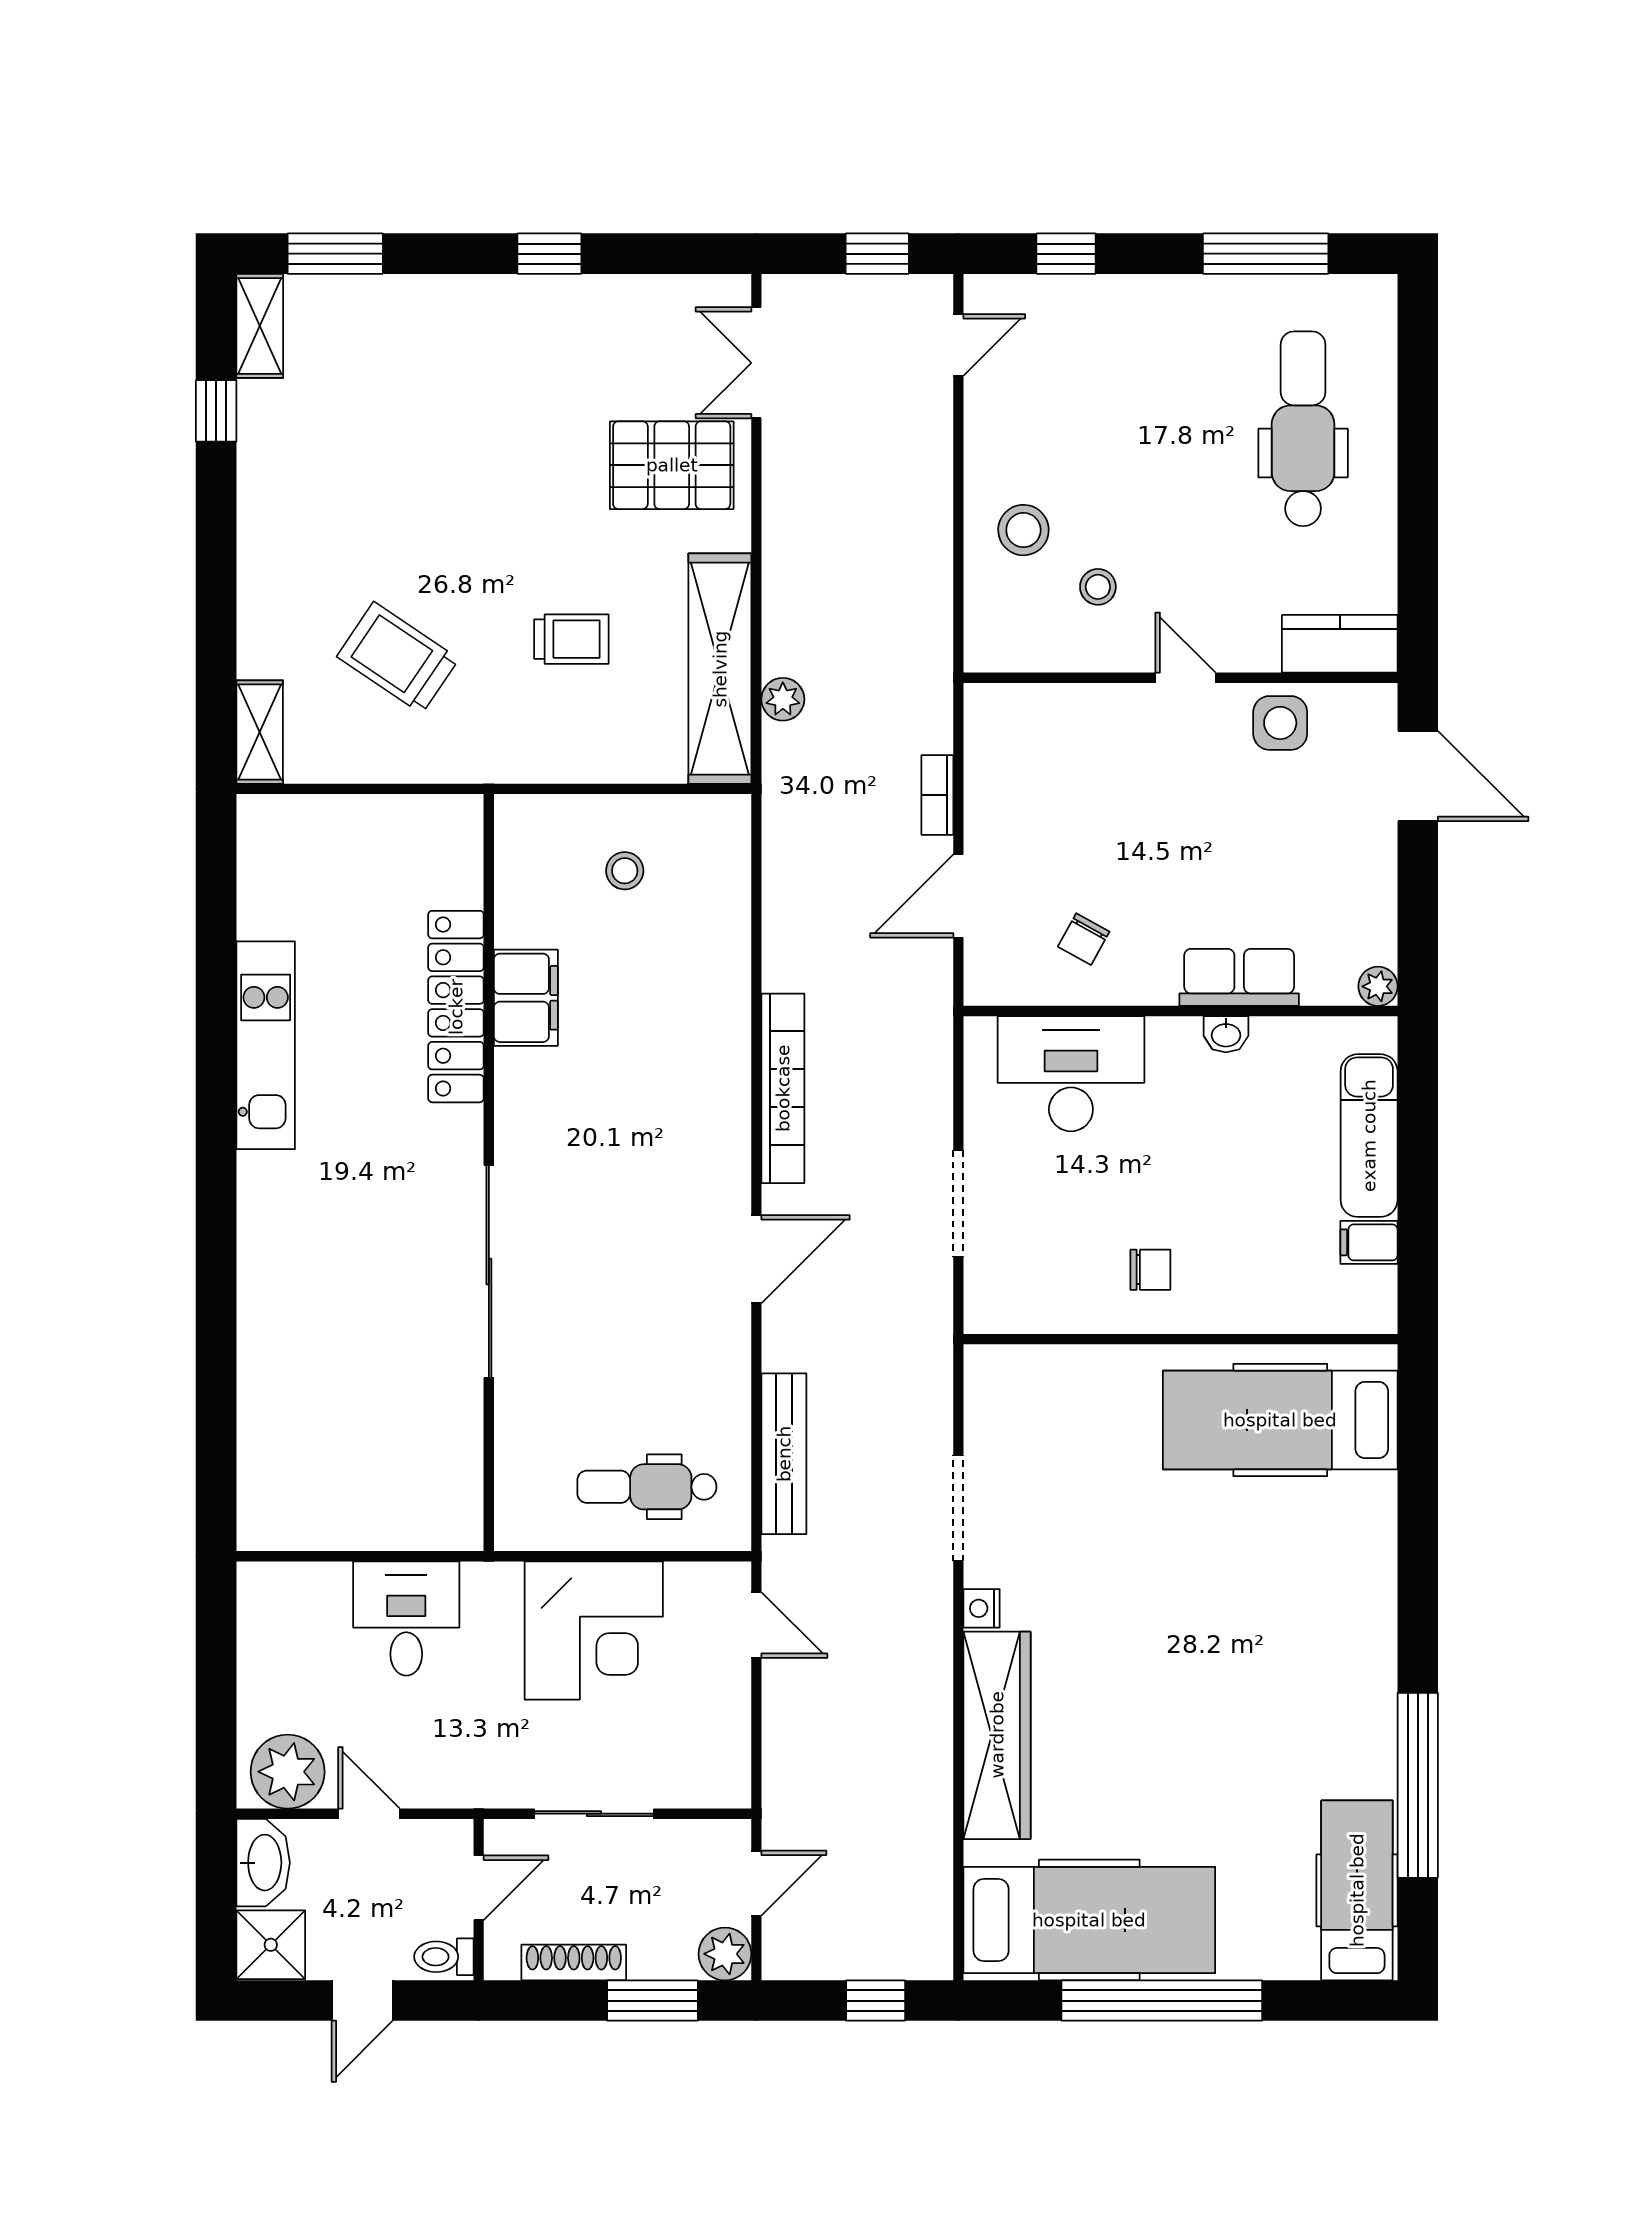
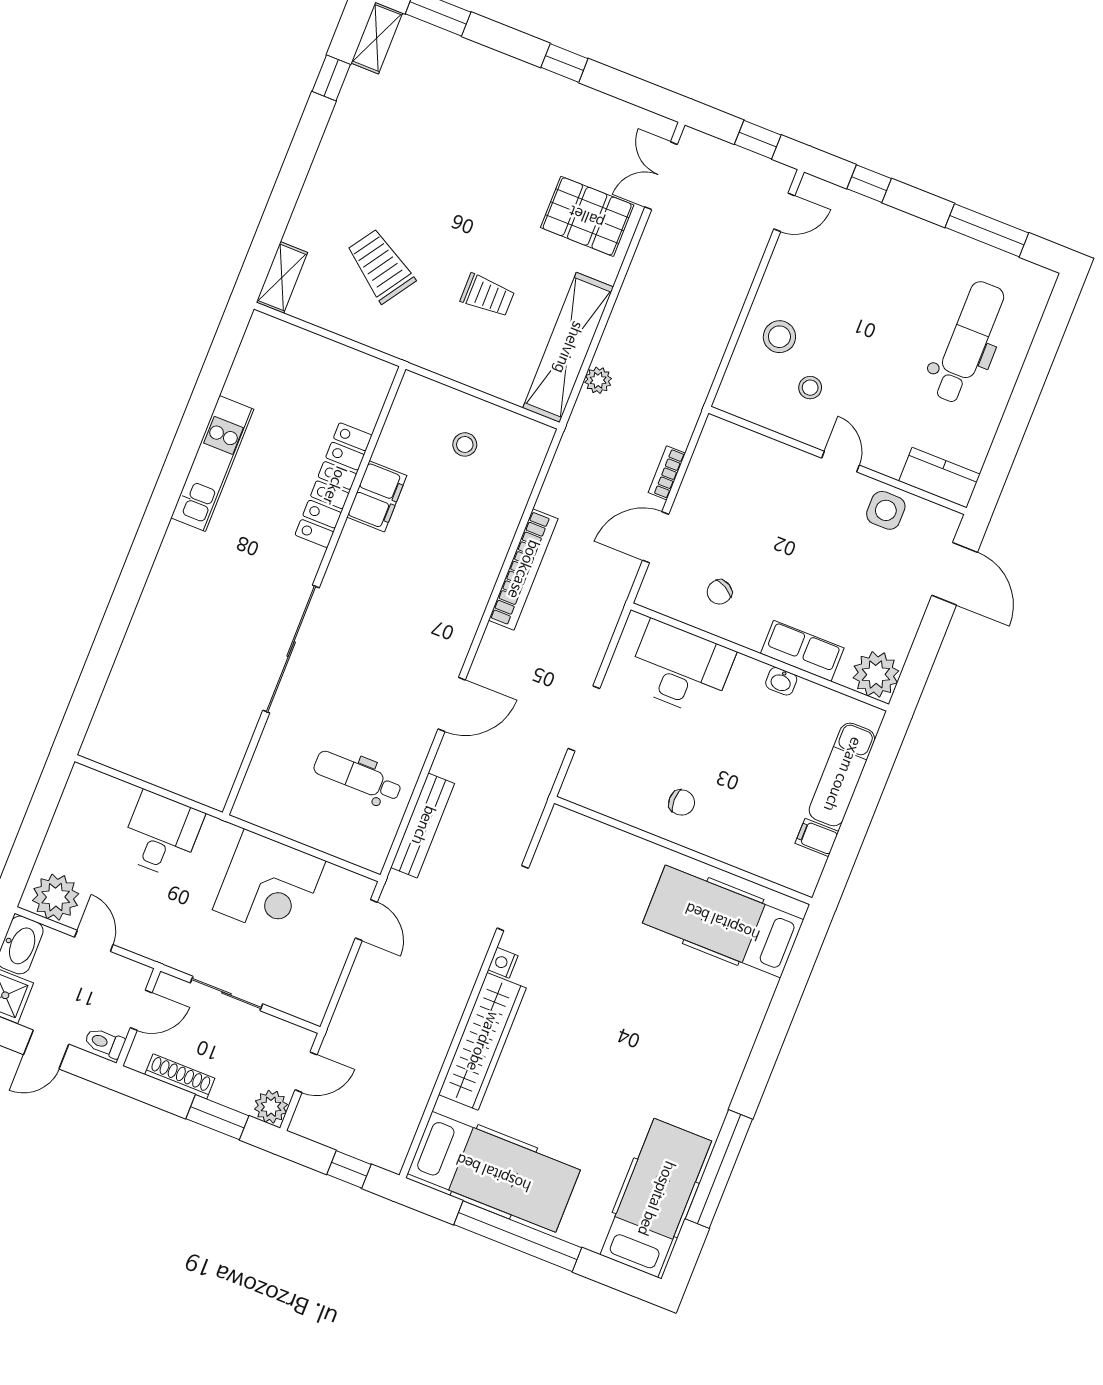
plant: (1378, 986) -> (876, 674), width x1.88, depth x1.88
bookcase: (783, 1088) -> (523, 569), moved
dental chair: (647, 1487) -> (358, 777), moved
hospital bed: (1357, 1890) -> (656, 1198), width x1.37, depth x1.29

